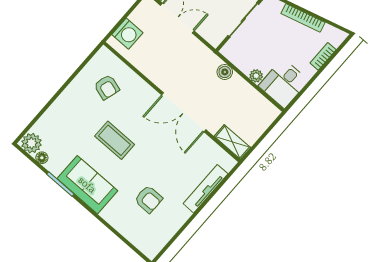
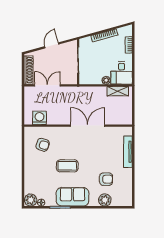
washing machine: (127, 34) -> (39, 118), moved, turned -90
boiler: (225, 72) -> (90, 91), removed
double door: (184, 112) -> (88, 126), swing flipped
shelving: (232, 142) -> (118, 91), moved
plant: (124, 224) -> (105, 200), added

